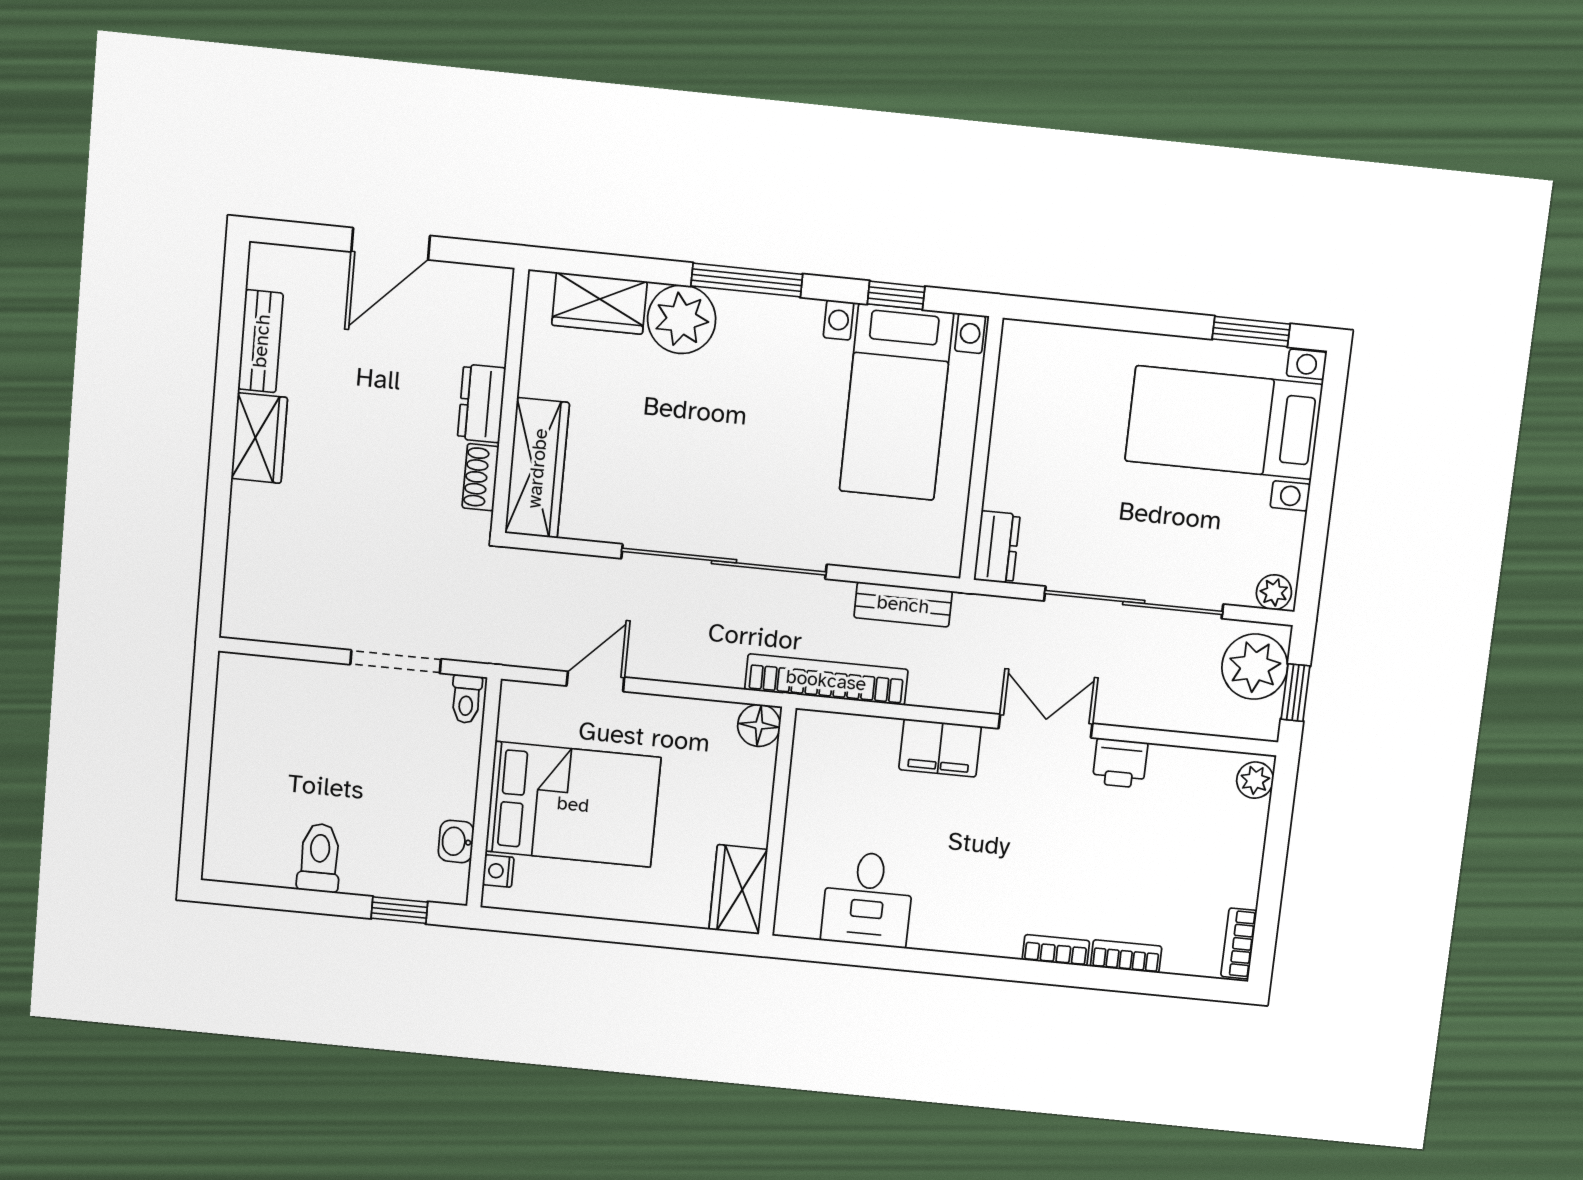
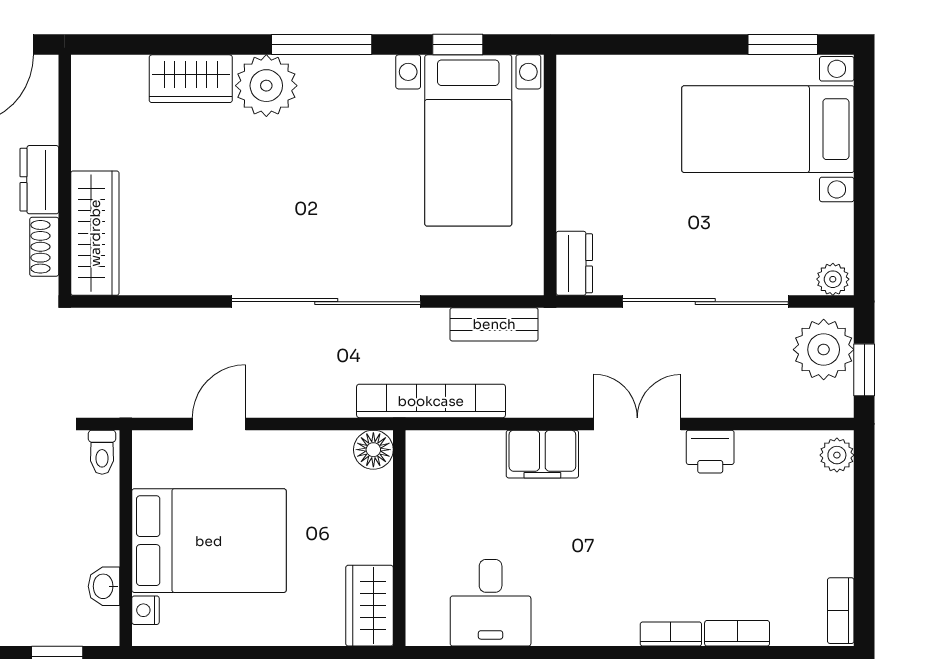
wall: (510, 401) -> (65, 175), moved
dresser: (481, 403) -> (39, 180), moved
wardrobe: (537, 468) -> (95, 233), moved
shoe rack: (480, 477) -> (44, 247), moved

